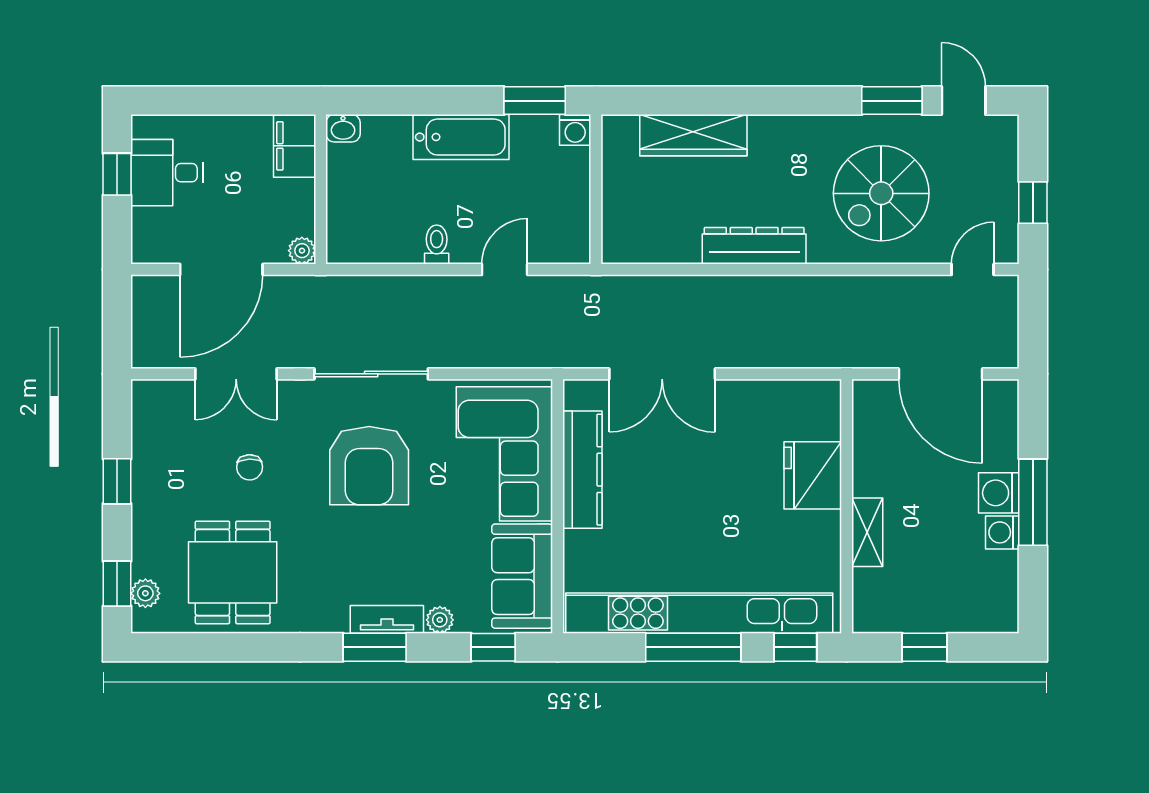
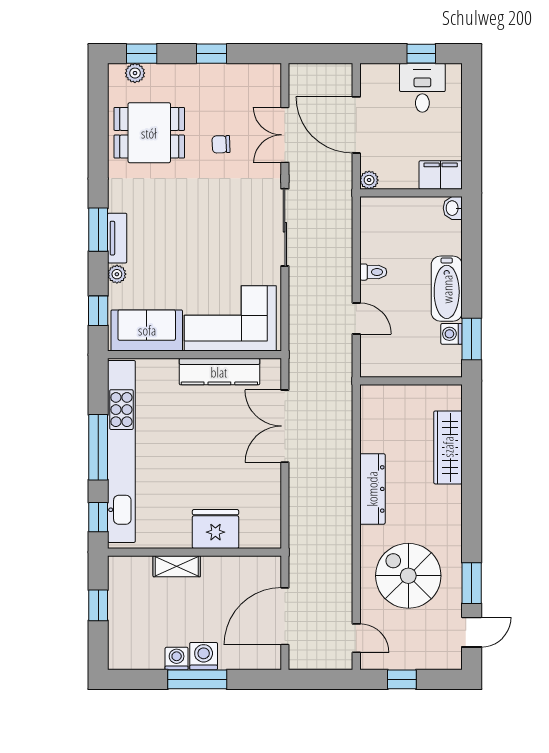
washing machine: (575, 130) -> (452, 334), moved
armchair: (369, 466) -> (222, 226), removed

